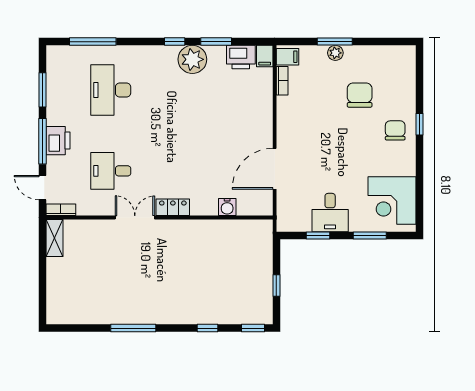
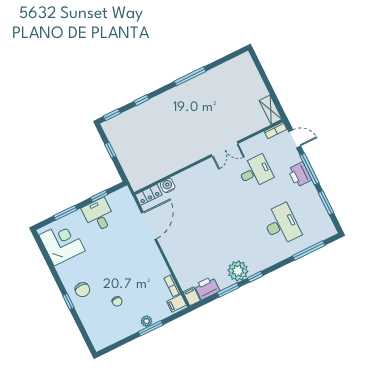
chair: (360, 95) -> (117, 301), width x0.54, depth x0.54
locker: (173, 207) -> (149, 195), moved

